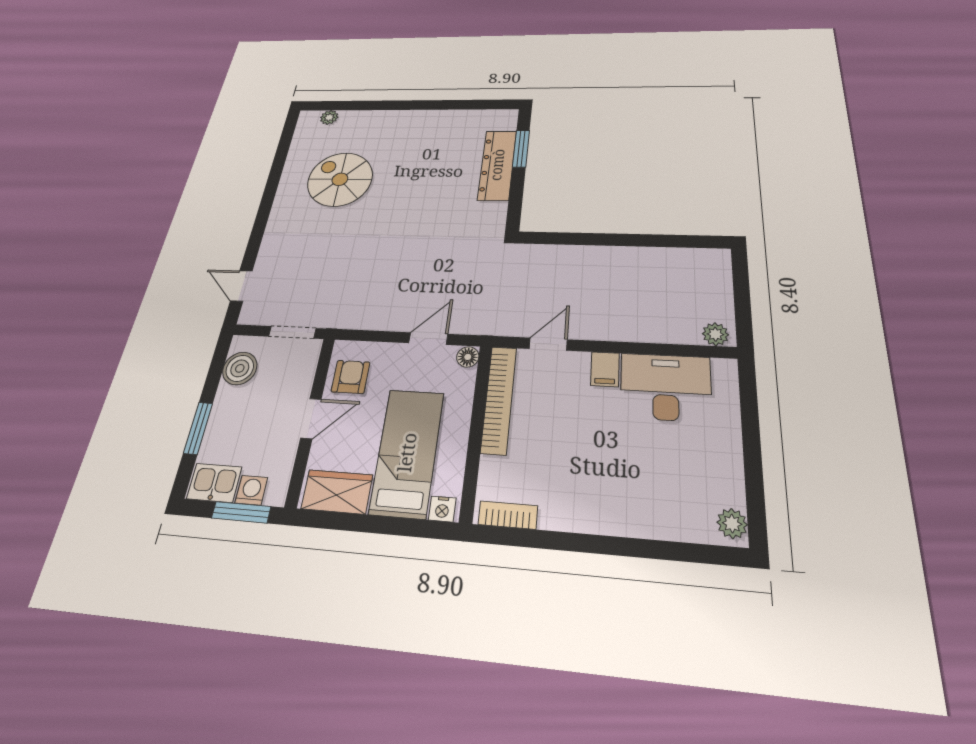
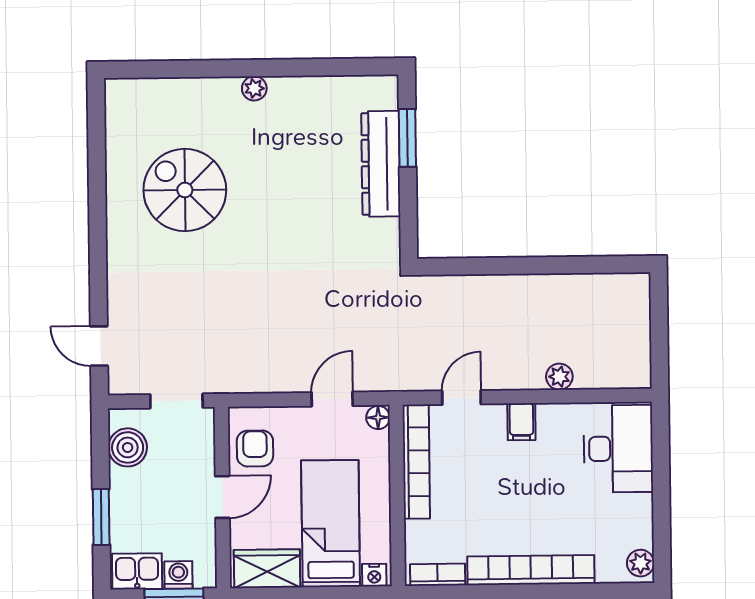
plant: (329, 117) -> (254, 88), moved
plant: (715, 334) -> (559, 377), moved
desk: (666, 387) -> (618, 449), moved, turned 90
bookcase: (609, 520) -> (531, 570), added

